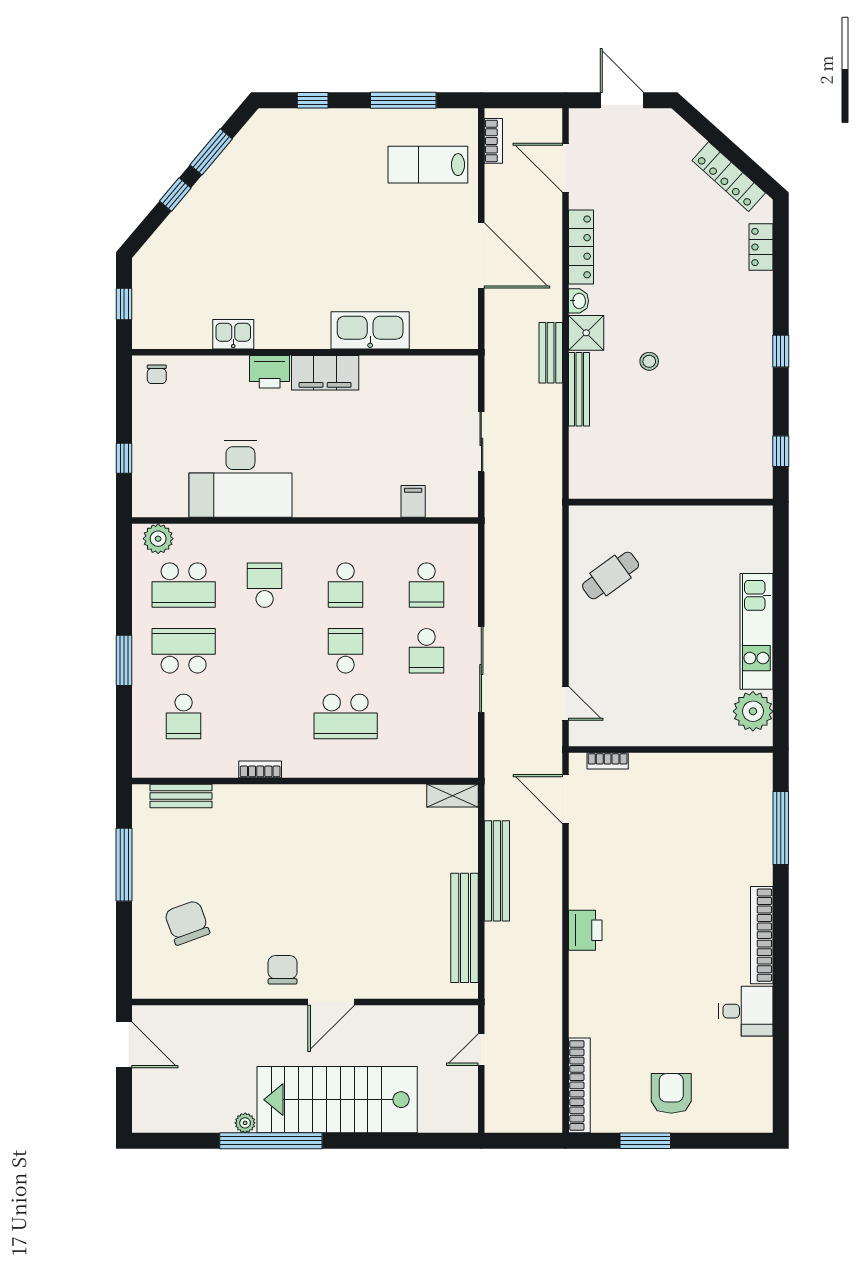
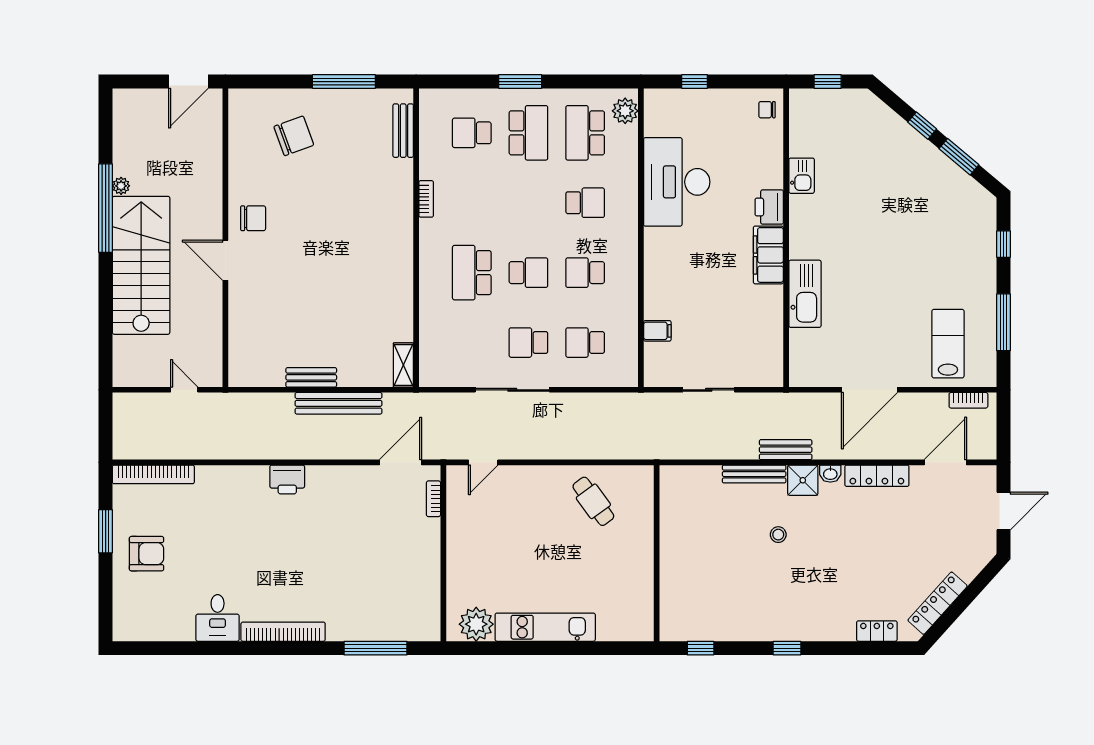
bench: (465, 928) -> (311, 377), width x0.54, depth x0.82

